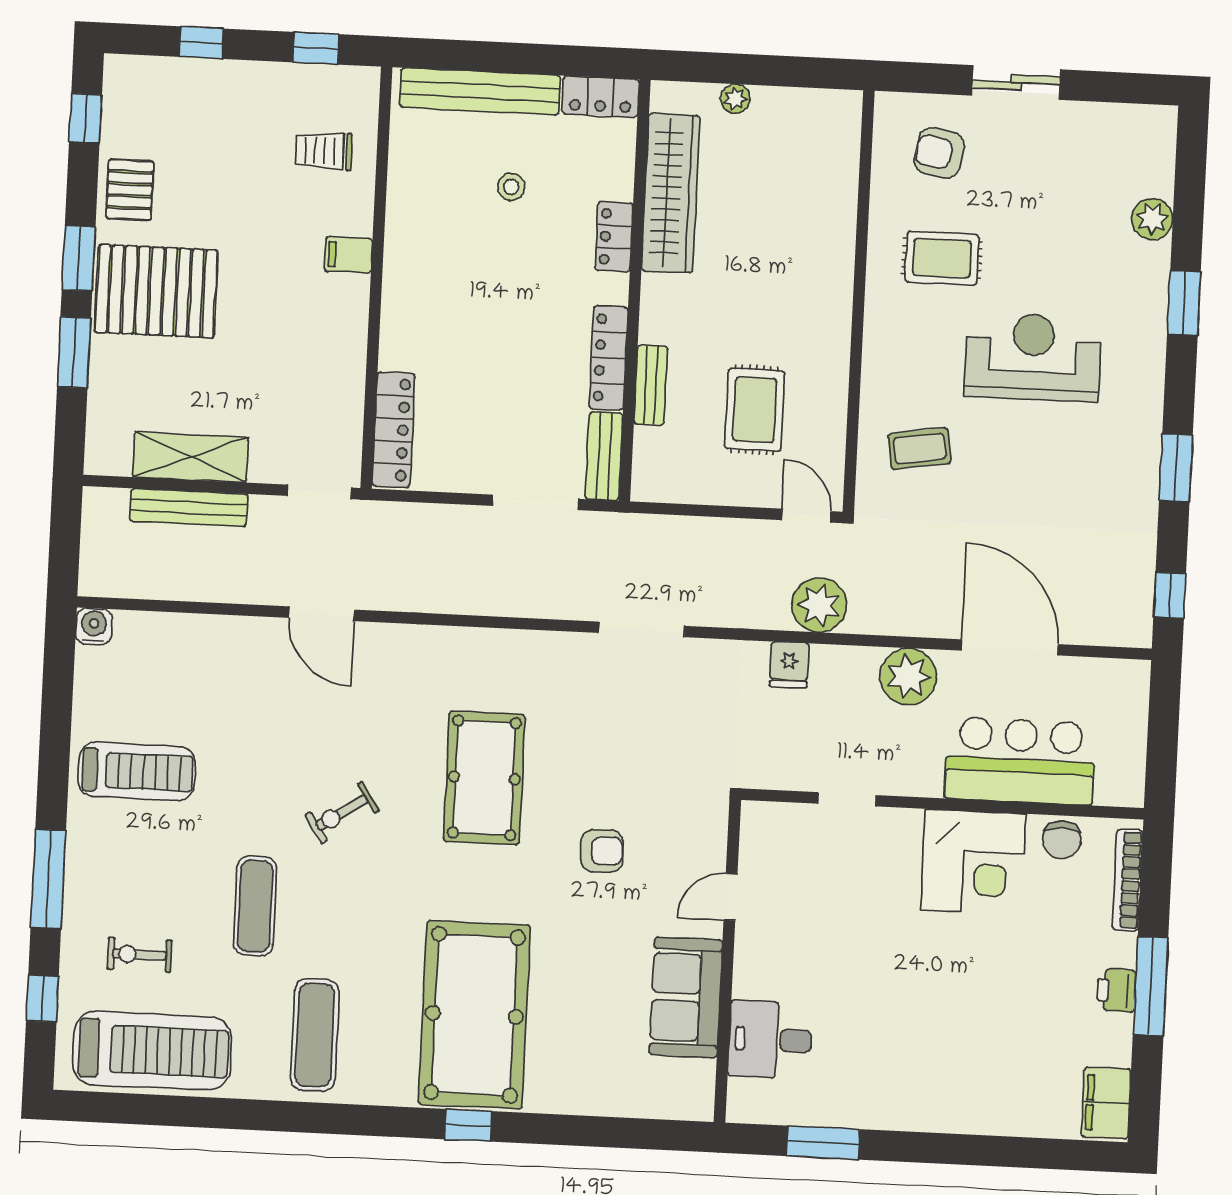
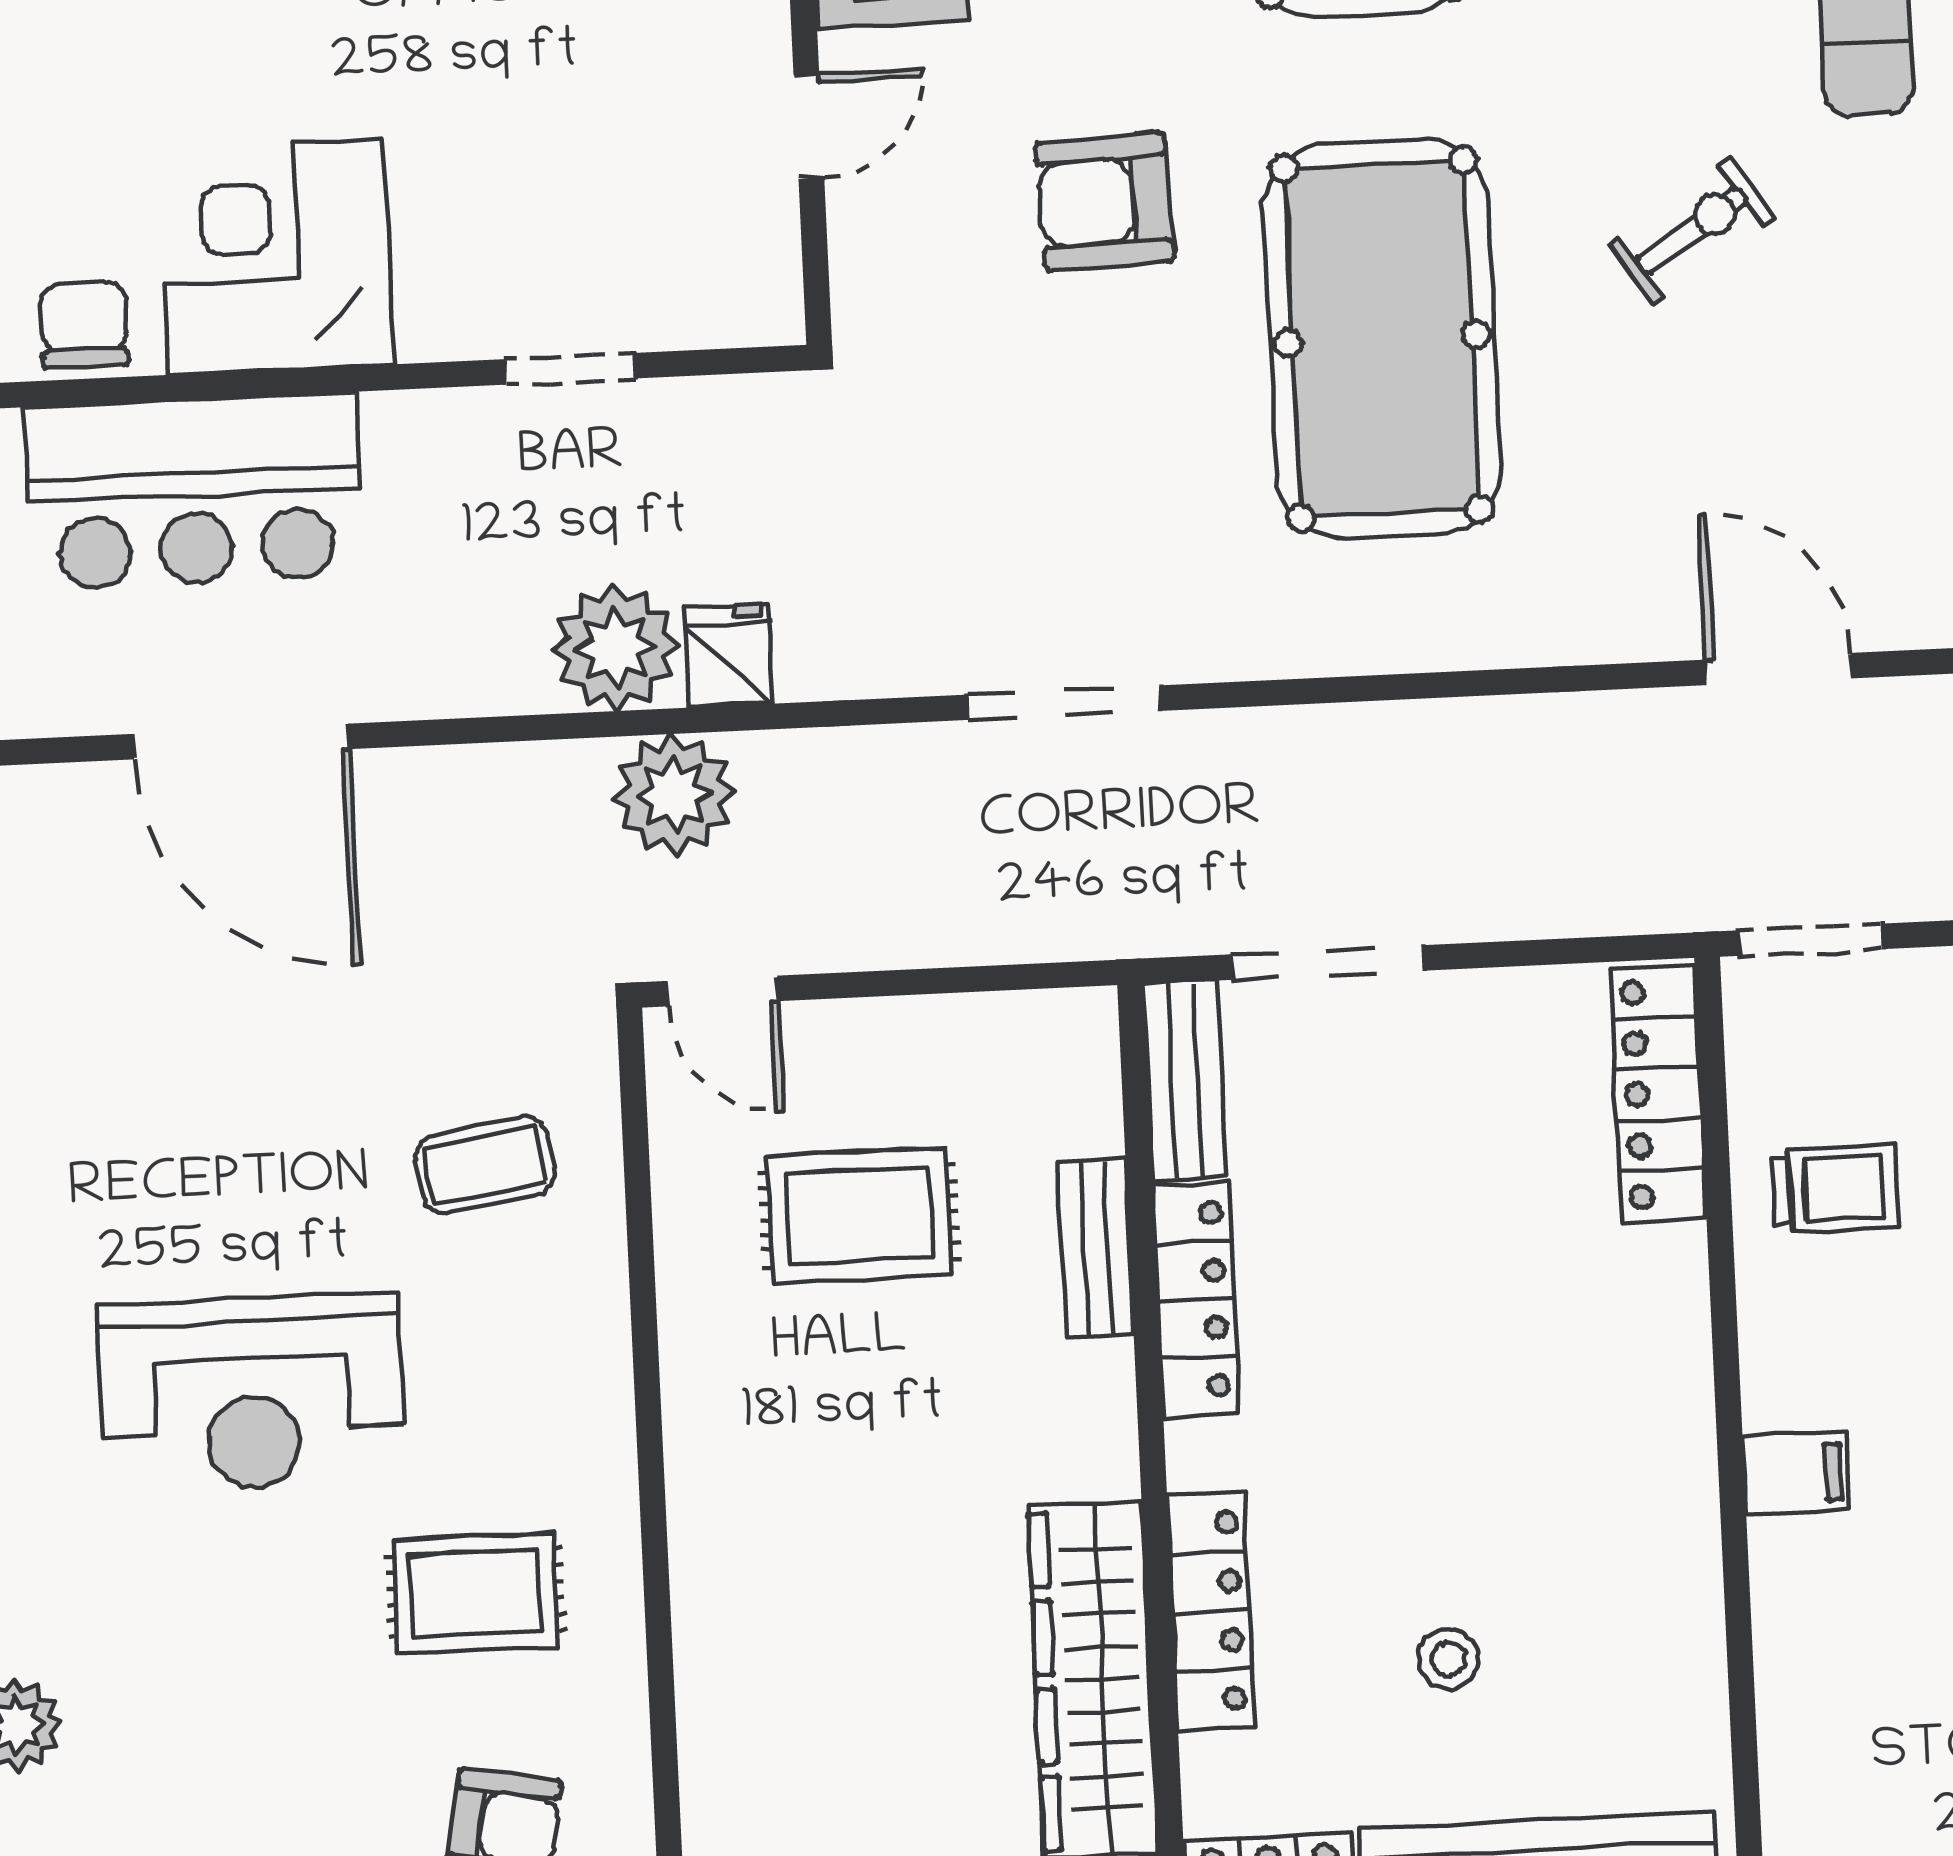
trolley: (323, 151) -> (1835, 1189), moved
locker: (614, 237) -> (1211, 1611), width x1.53
rug: (755, 410) -> (860, 1216), turned 90
plant: (908, 676) -> (616, 648), moved
pool table: (484, 778) -> (1382, 339), width x1.36, depth x1.32
armchair: (602, 851) -> (1105, 201), width x1.38, depth x1.38

